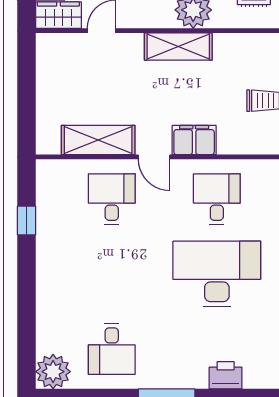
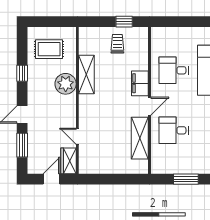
shelving: (178, 46) -> (86, 75), moved
window: (26, 220) -> (186, 179), width x1.50

